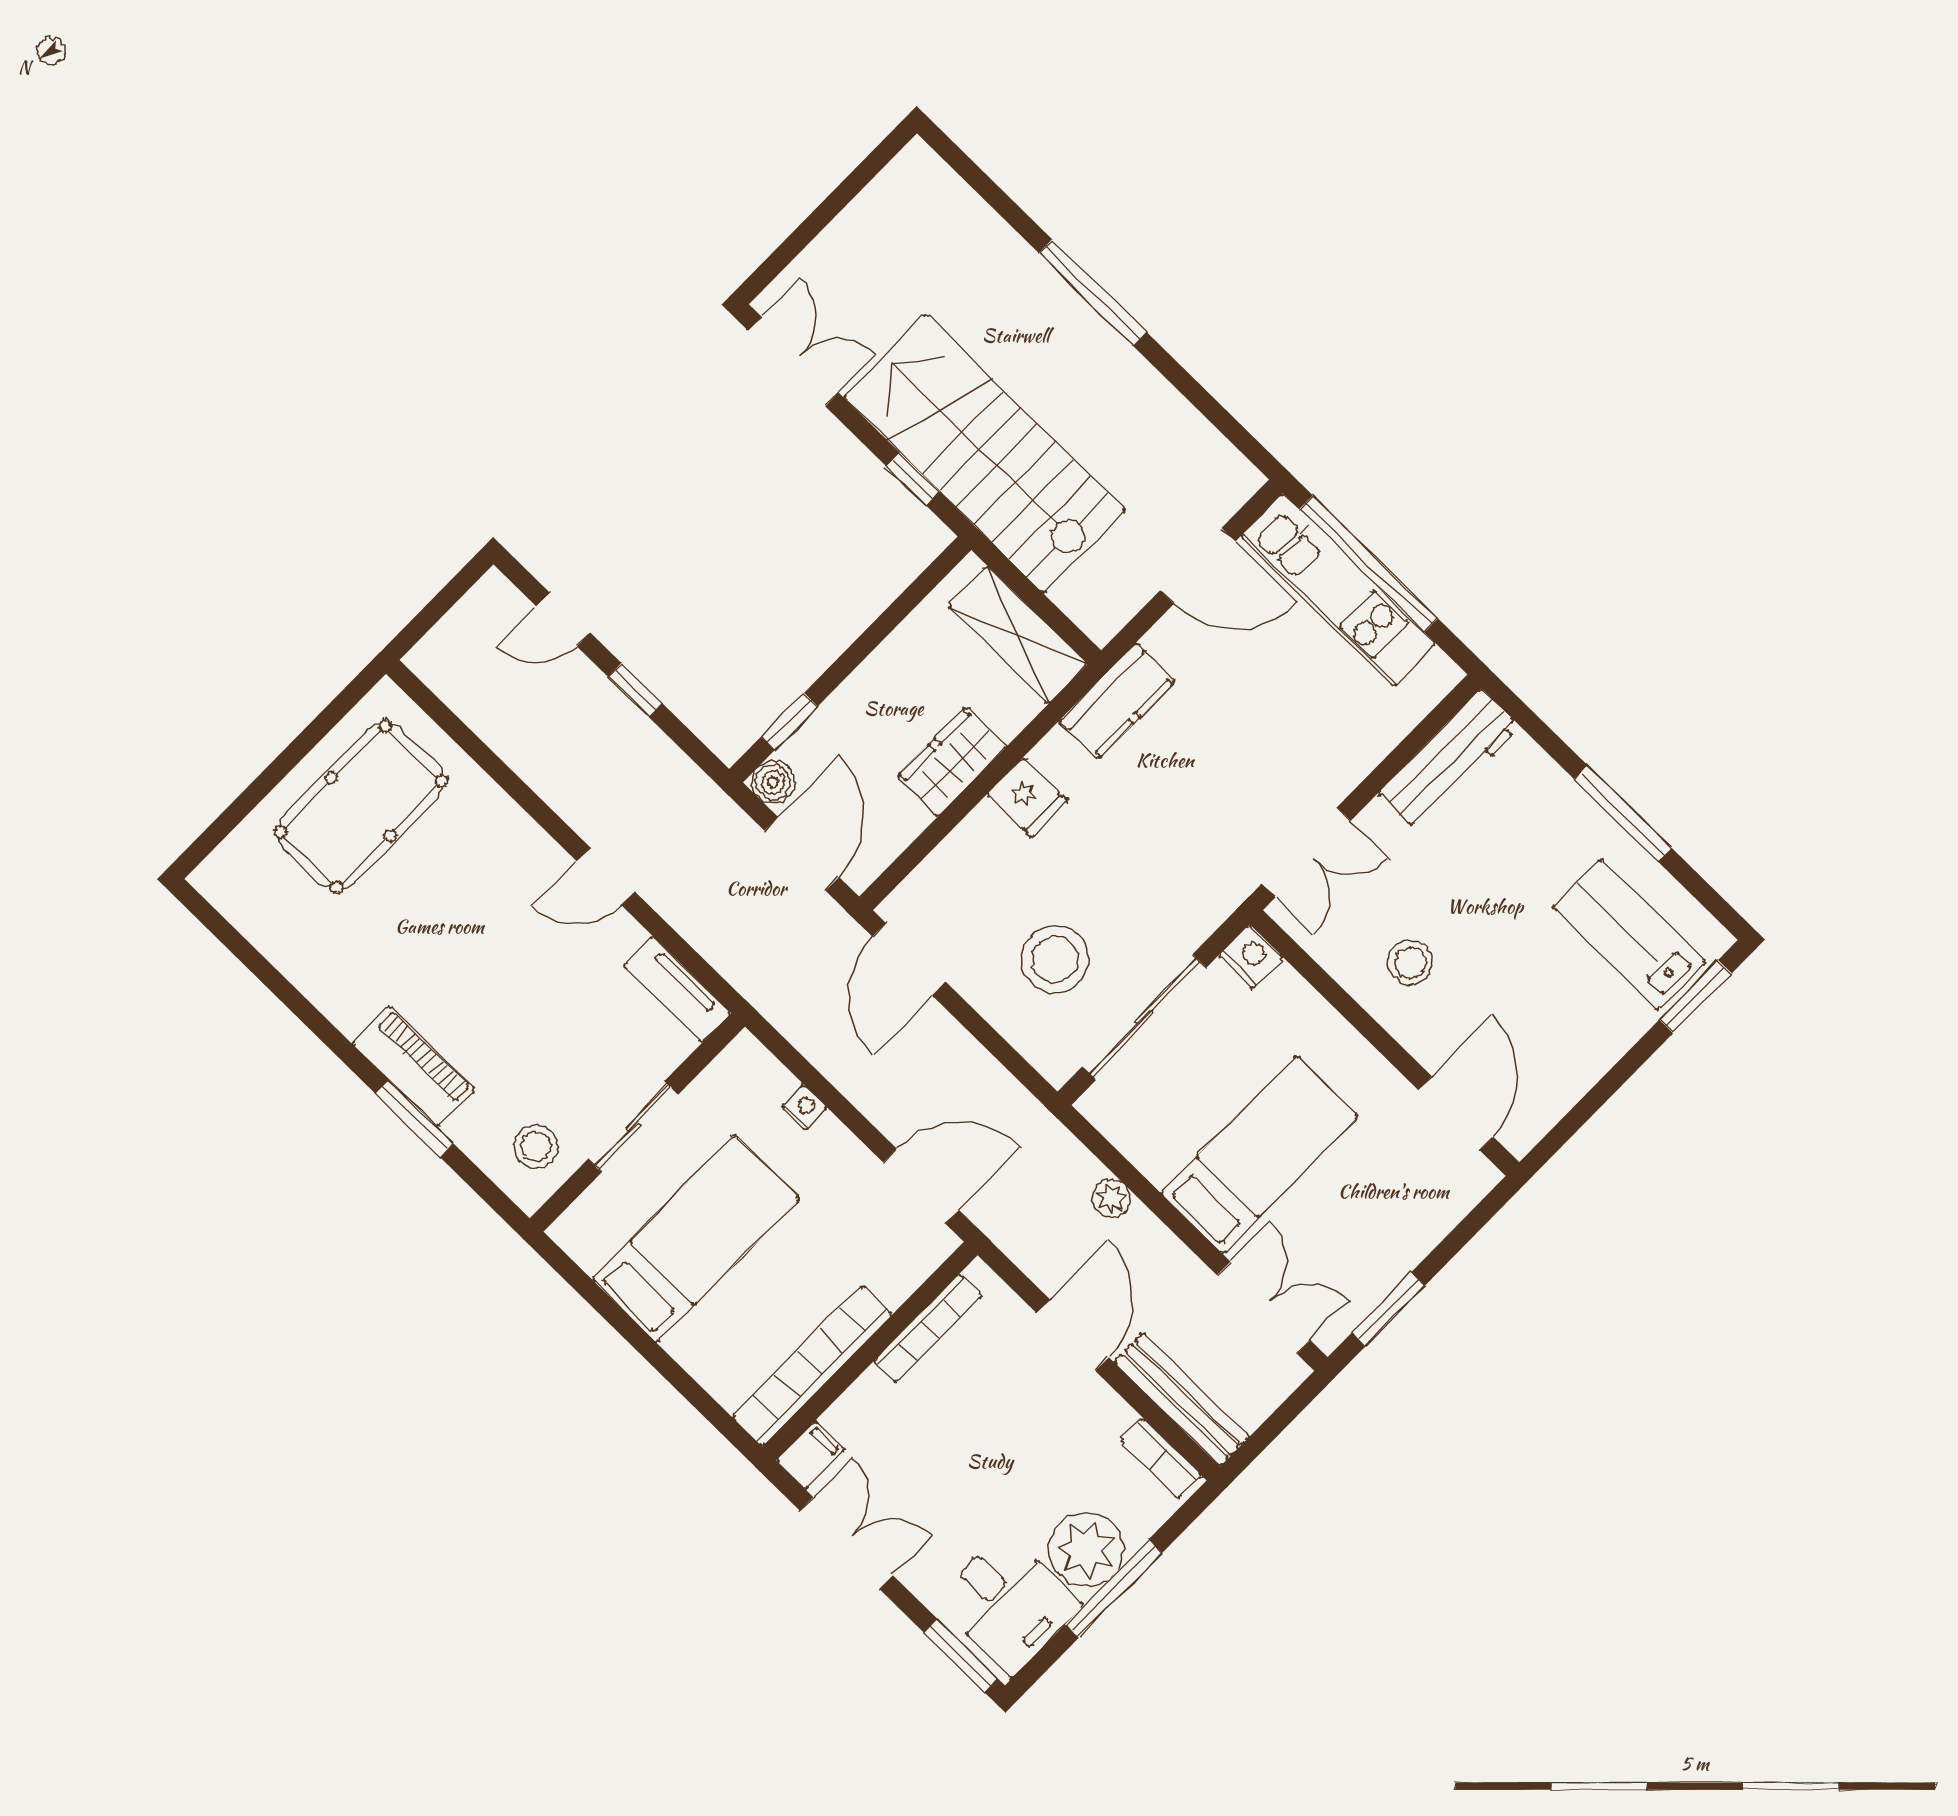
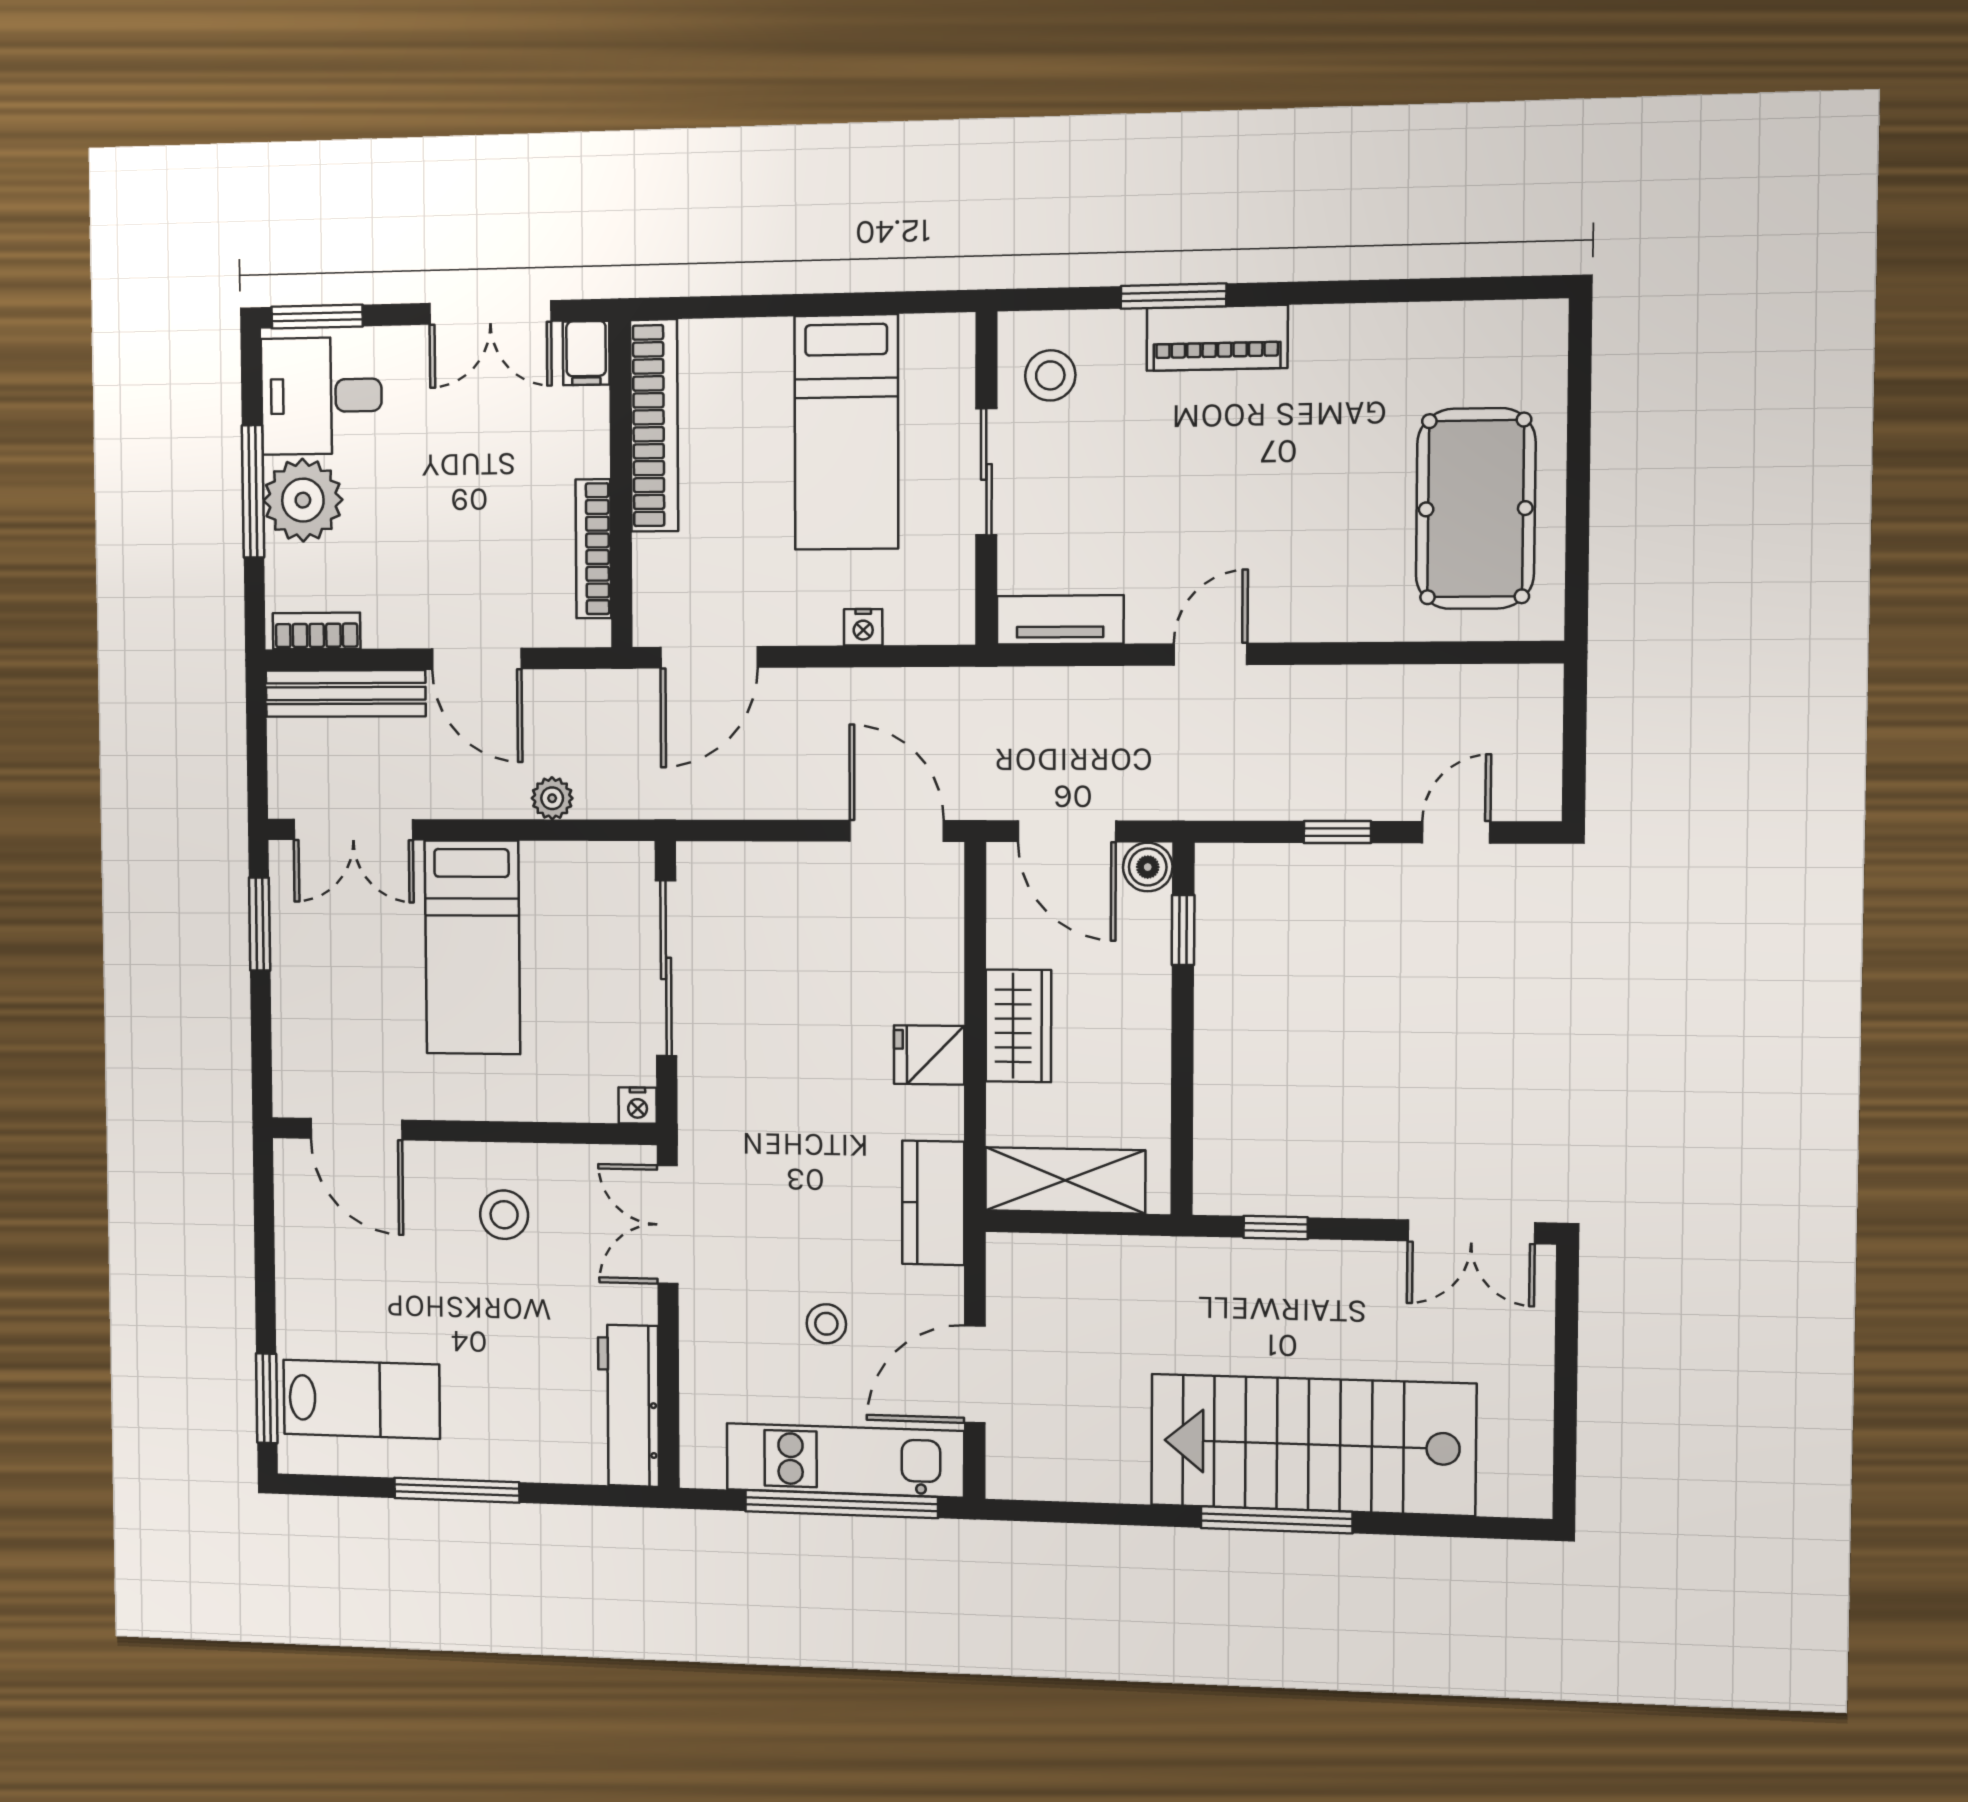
stairs: (984, 454) -> (1313, 1445), moved, turned 180
nightstand: (1251, 956) -> (638, 1106), width x0.72, depth x0.74
stool: (1055, 959) -> (826, 1324), moved, width x0.53, depth x0.53

